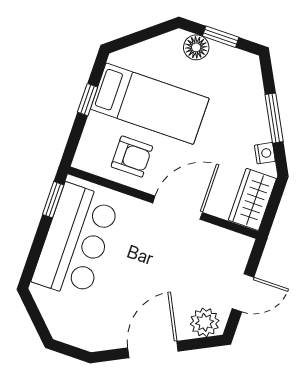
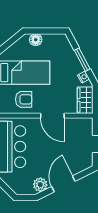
window: (221, 37) -> (45, 31), removed
door: (178, 208) -> (52, 116), swing flipped
plant: (205, 322) -> (40, 185), moved

